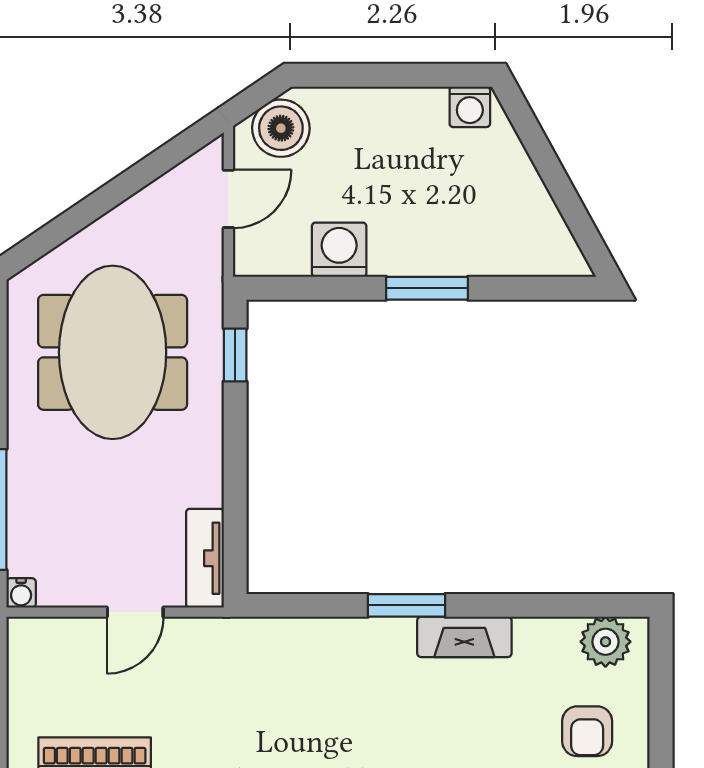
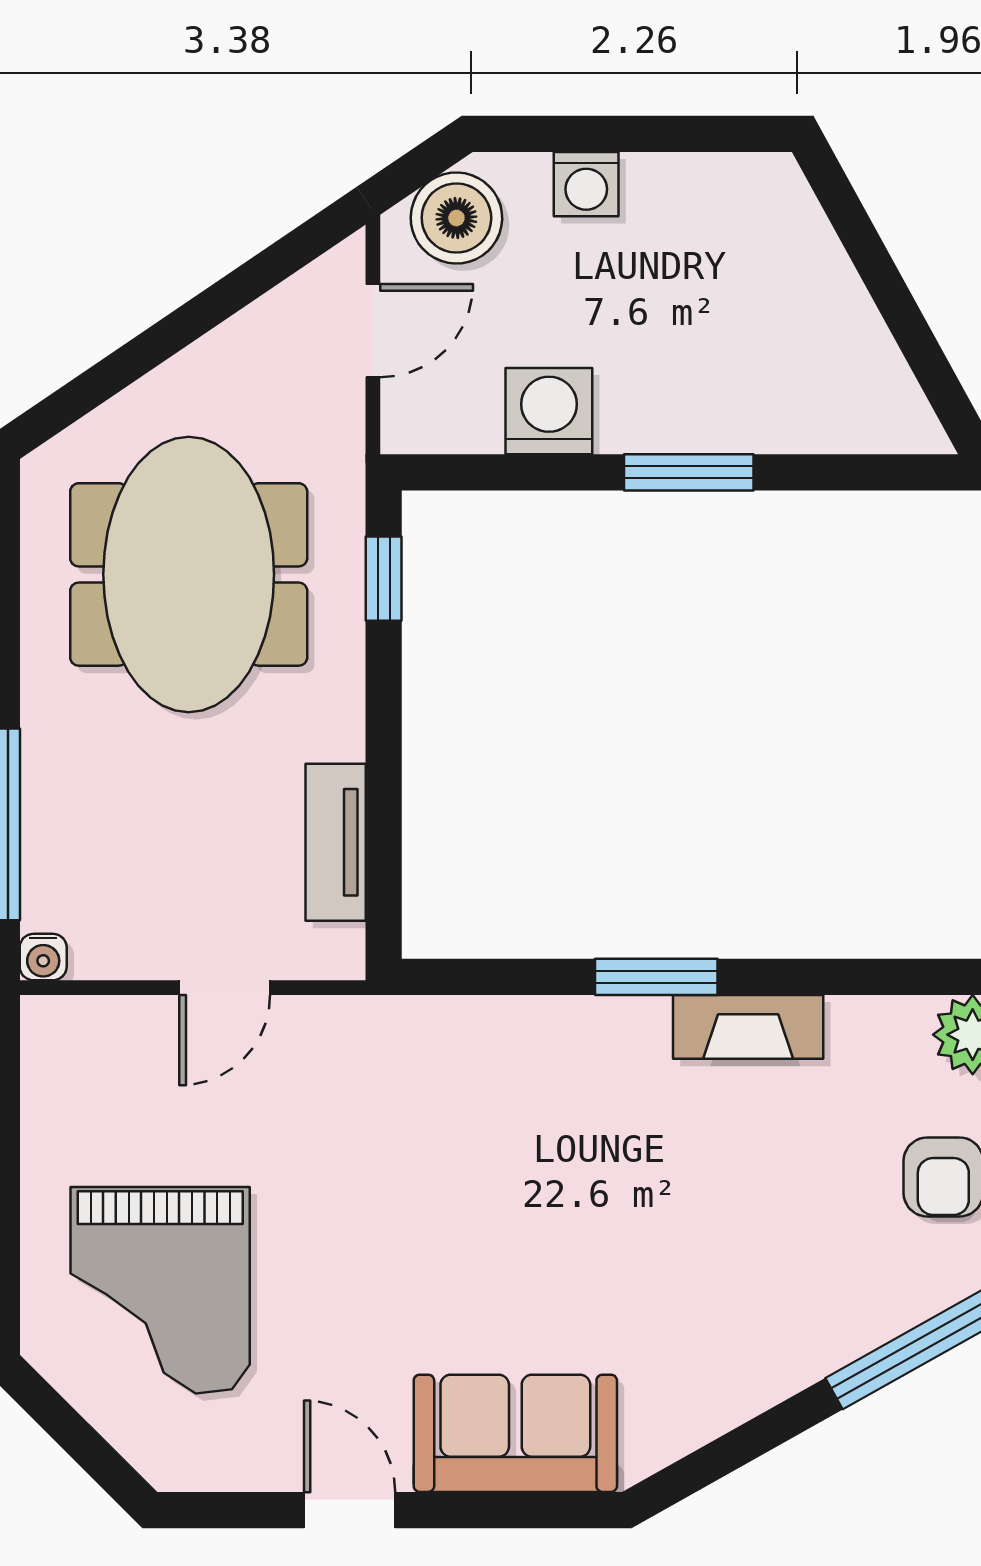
washing machine: (470, 107) -> (586, 184), moved
tv unit: (205, 558) -> (336, 842), moved

